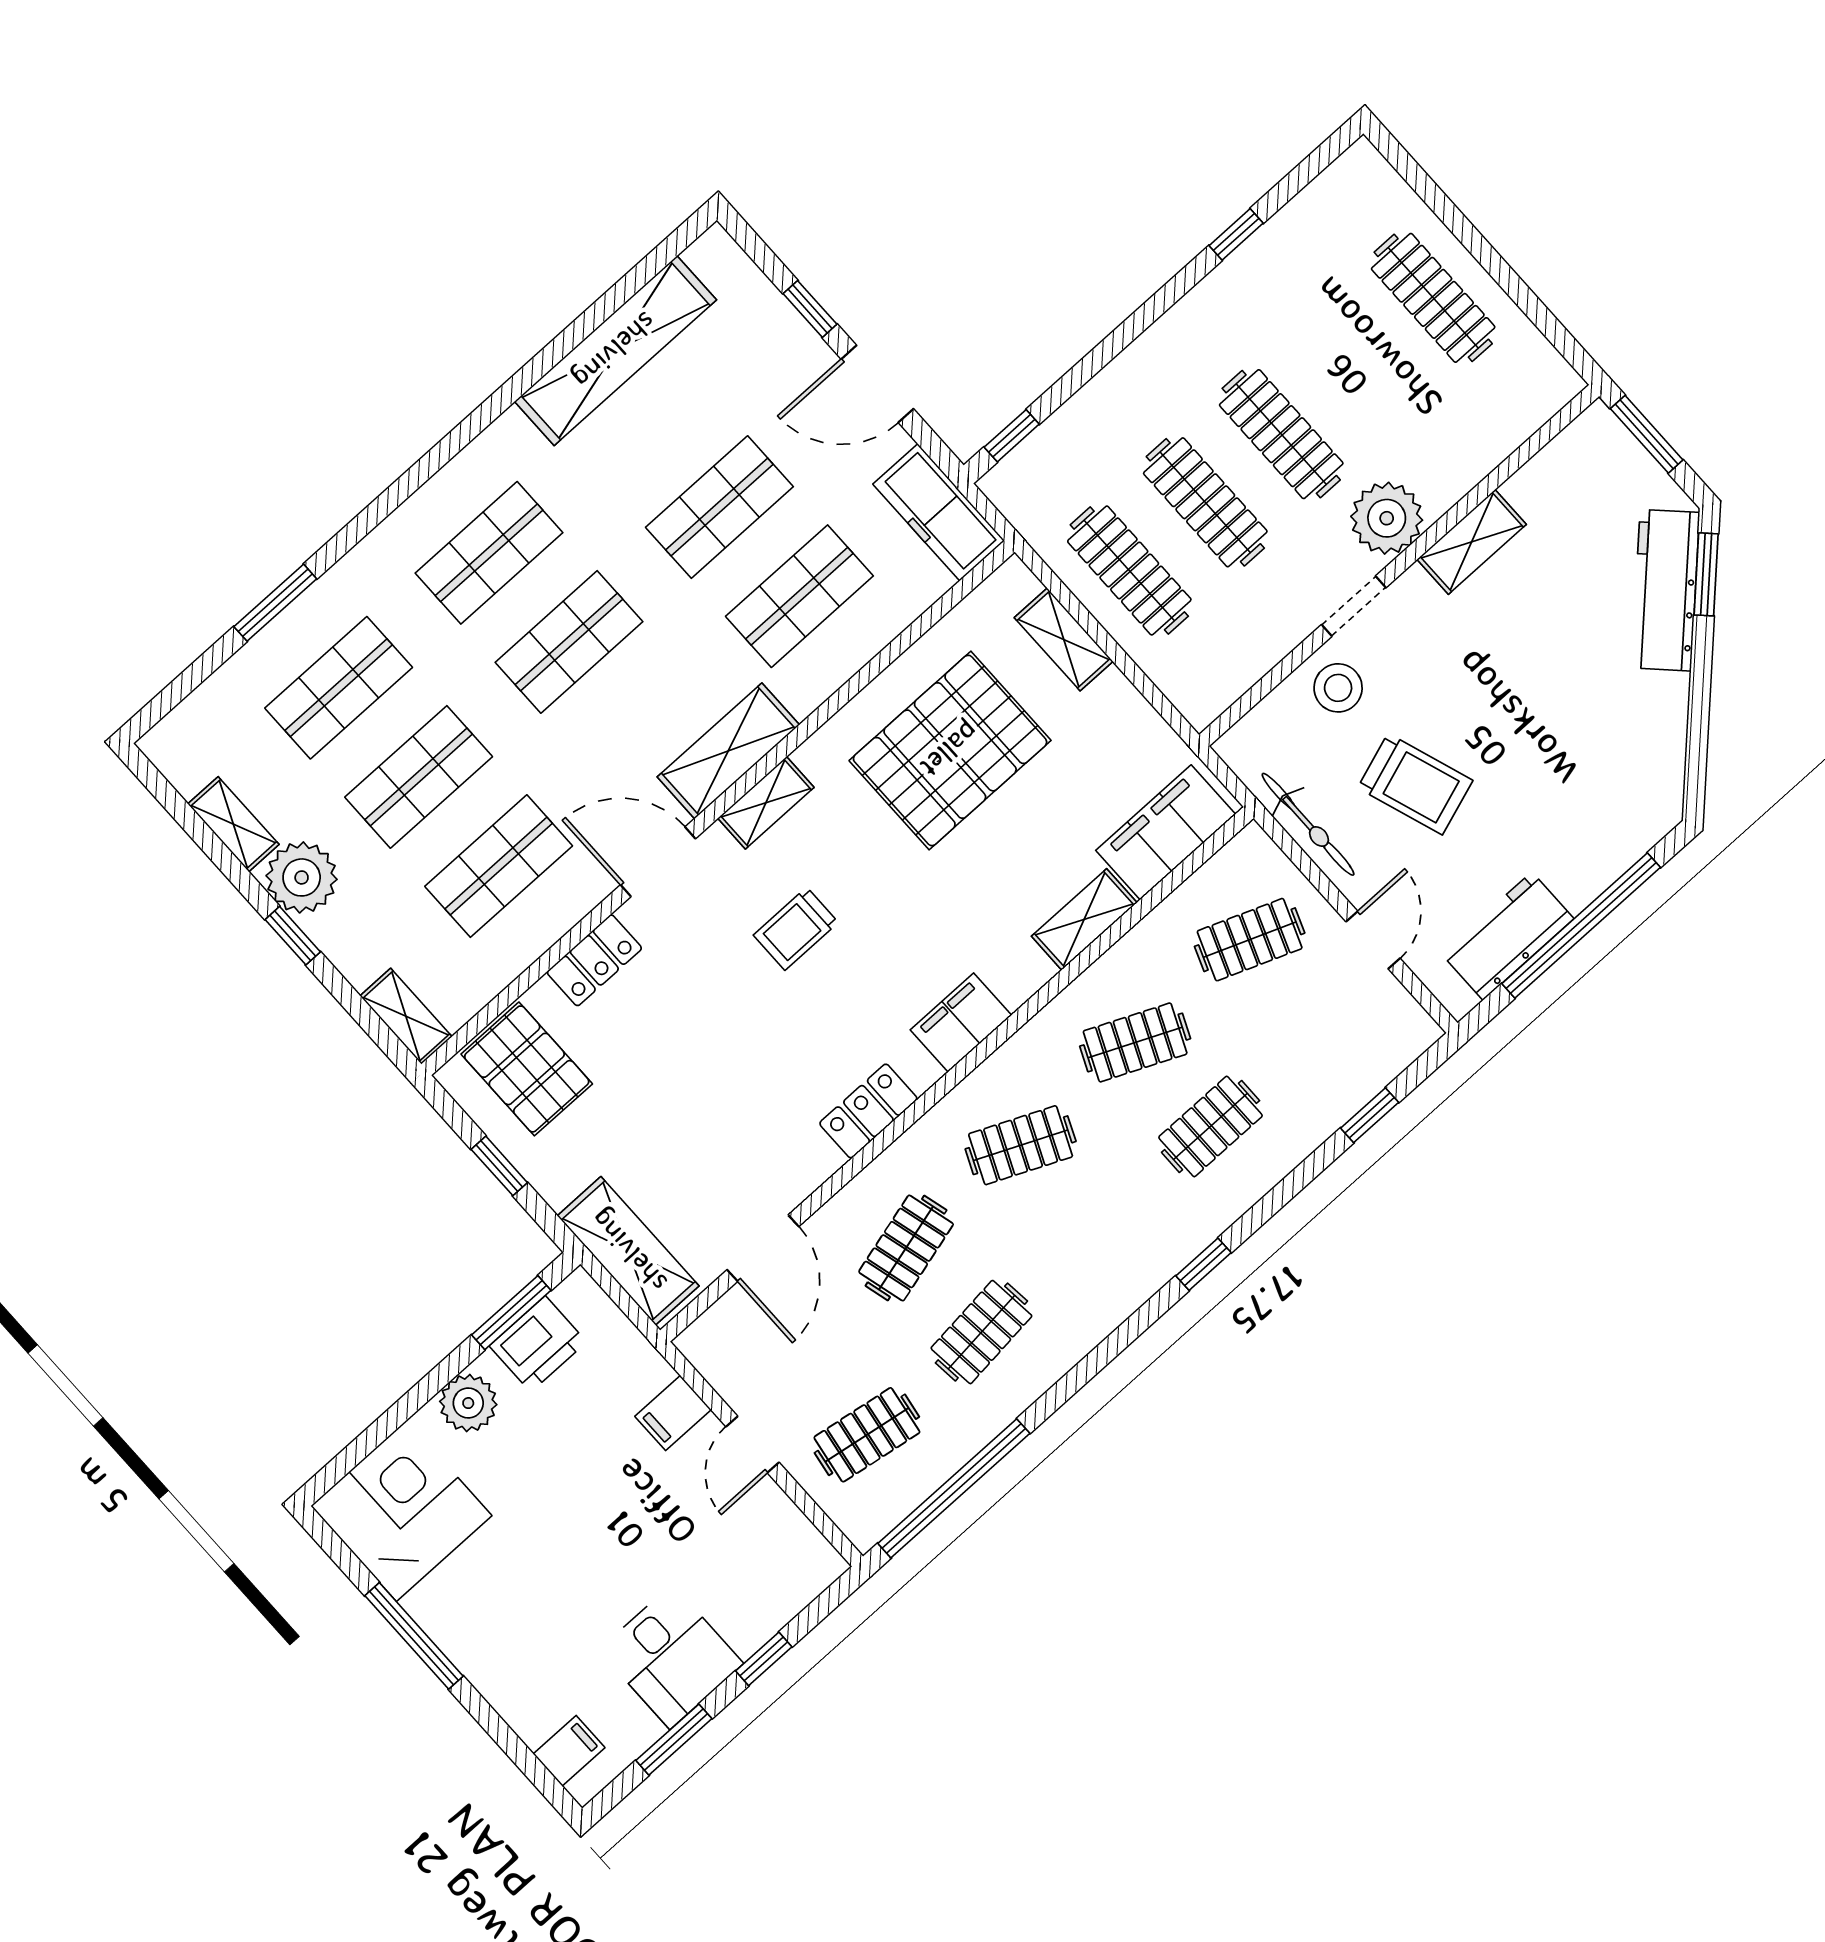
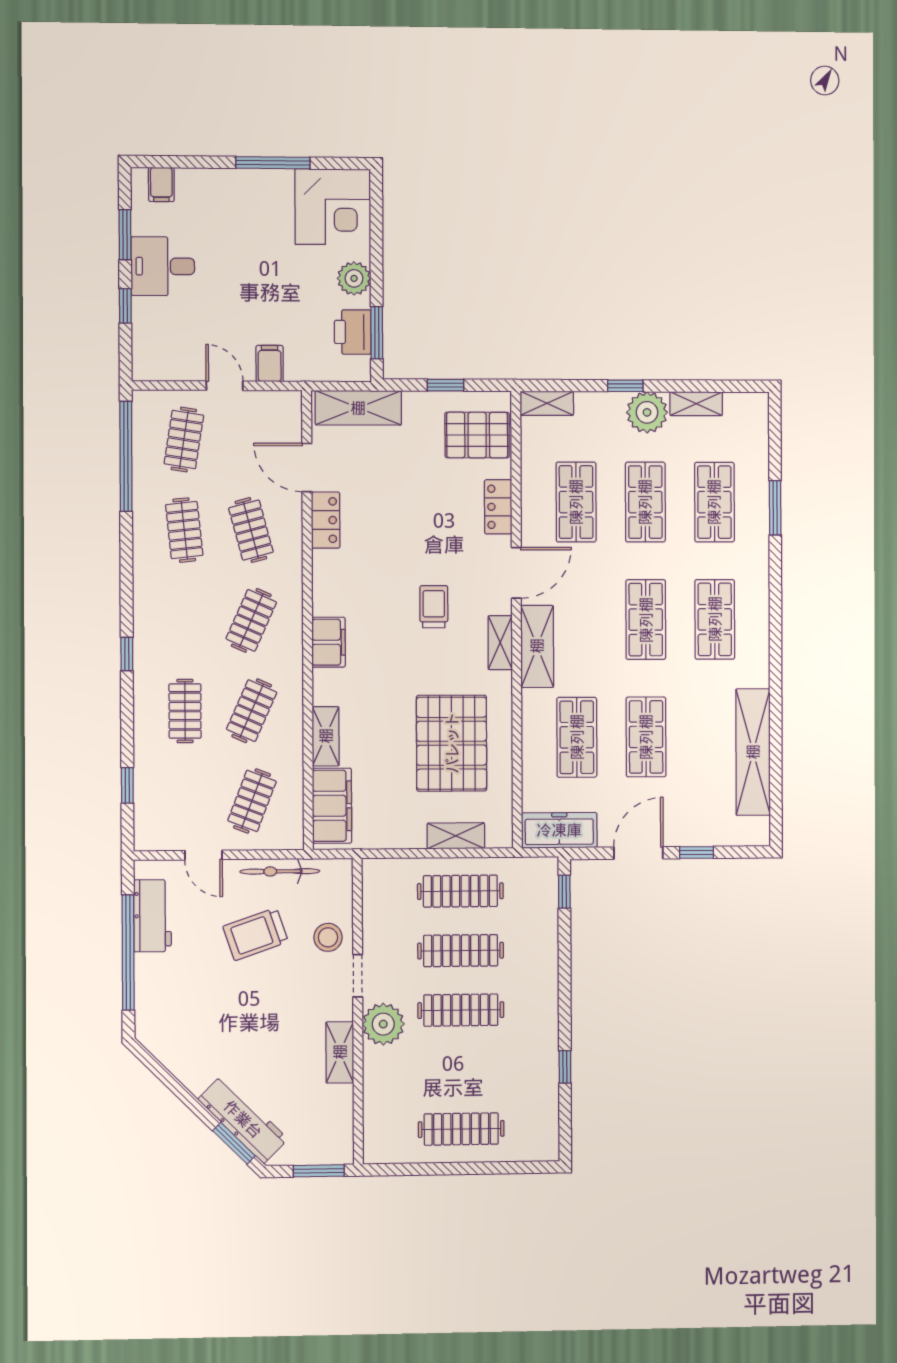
locker: (868, 1111) -> (326, 520), moved

